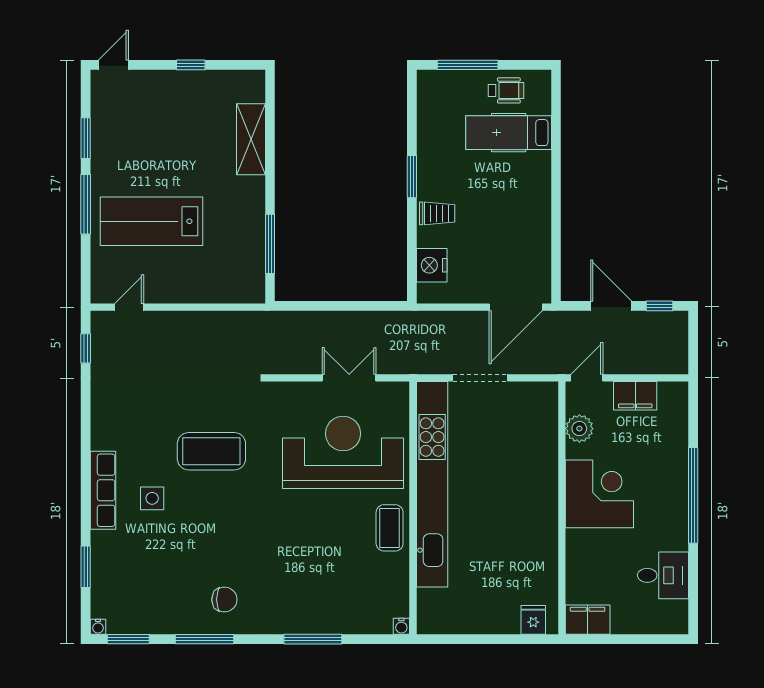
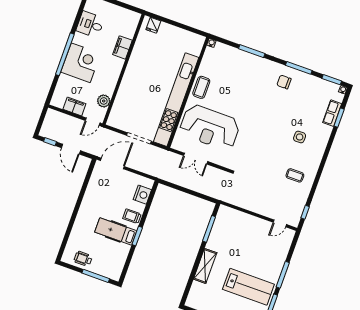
hospital bed: (509, 133) -> (116, 231), moved, turned 180
shelving: (251, 139) -> (205, 266), moved
lab bench: (151, 221) -> (248, 287), moved
coffee table: (211, 451) -> (295, 175), moved, width x0.54, depth x0.58
row of seats: (103, 490) -> (332, 113), moved, width x0.68
corner desk: (599, 494) -> (81, 63), moved, turned 180
filing cabinet: (588, 620) -> (122, 47), moved, turned 90

